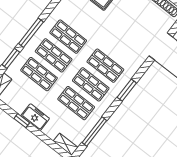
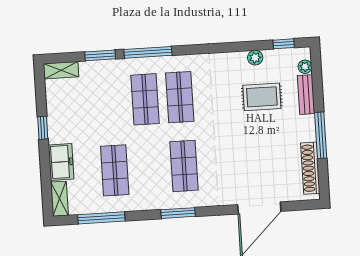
shop shelf: (39, 74) -> (110, 101), removed
shop shelf: (91, 84) -> (149, 168), removed
freezer: (35, 117) -> (61, 162), moved

